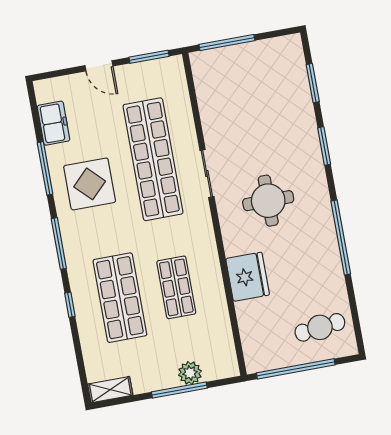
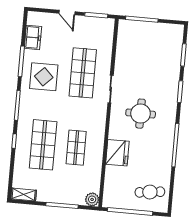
shop shelf: (153, 159) -> (83, 73), width x0.71
plant: (190, 373) -> (92, 199), moved

